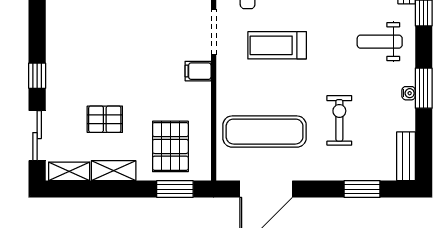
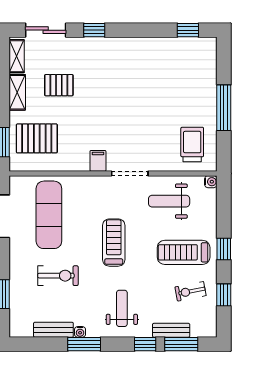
treadmill: (277, 45) -> (114, 243), moved
pallet: (105, 119) -> (59, 85), turned 90
bench: (406, 156) -> (53, 330), moved

